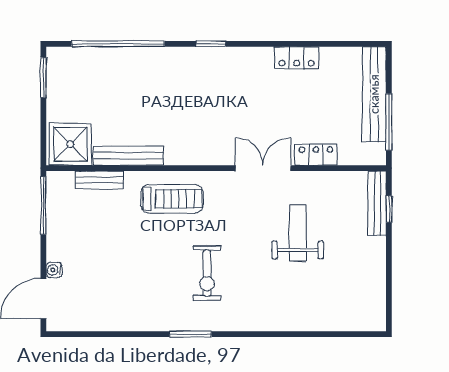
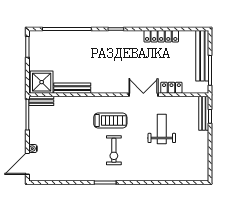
locker: (297, 58) -> (161, 36), width x1.53
bench: (99, 180) -> (41, 101), moved
treadmill: (172, 199) -> (110, 121), moved

